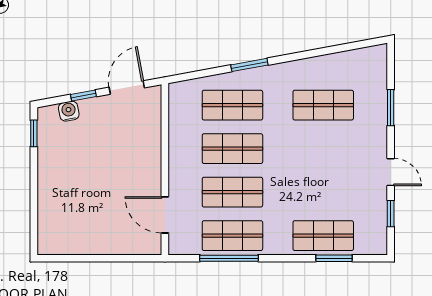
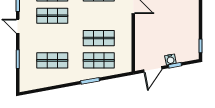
water cooler: (69, 111) -> (170, 59), moved
shop shelf: (232, 192) -> (52, 16), moved

